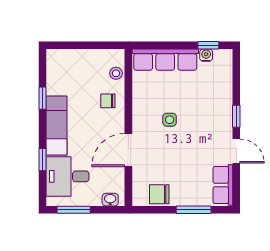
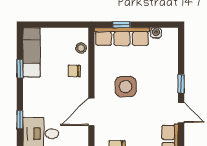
window: (208, 45) -> (121, 25), moved
side table: (170, 120) -> (126, 87), width x1.87, depth x1.87
exam couch: (56, 125) -> (32, 52), moved

